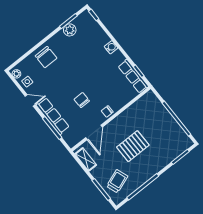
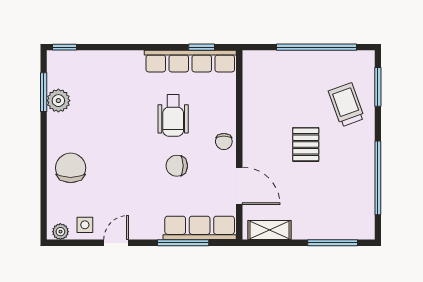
water cooler: (111, 47) -> (133, 60), removed
chair: (46, 57) -> (71, 168), turned -90
row of seats: (133, 76) -> (190, 61), width x1.36
wheelchair: (101, 82) -> (173, 115), added
row of seats: (53, 116) -> (200, 228), moved
pallet: (133, 146) -> (306, 144), width x0.67, depth x0.71
trolley: (117, 181) -> (346, 105), moved

